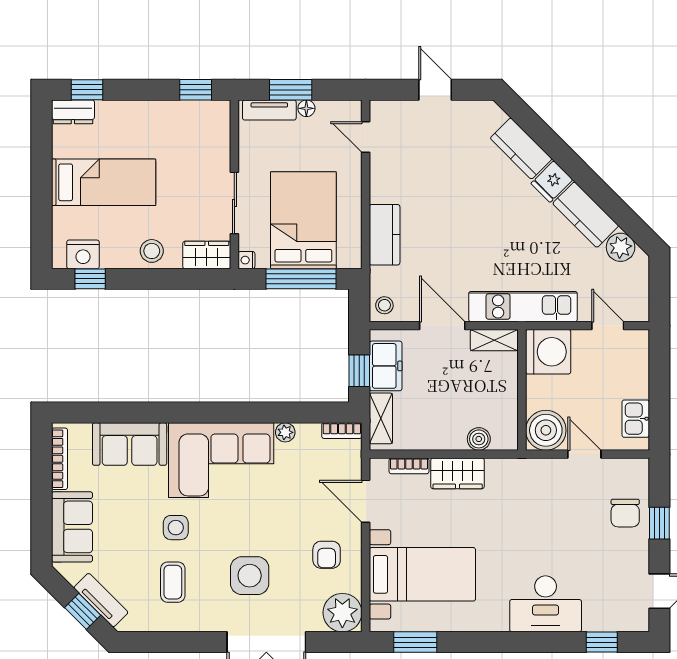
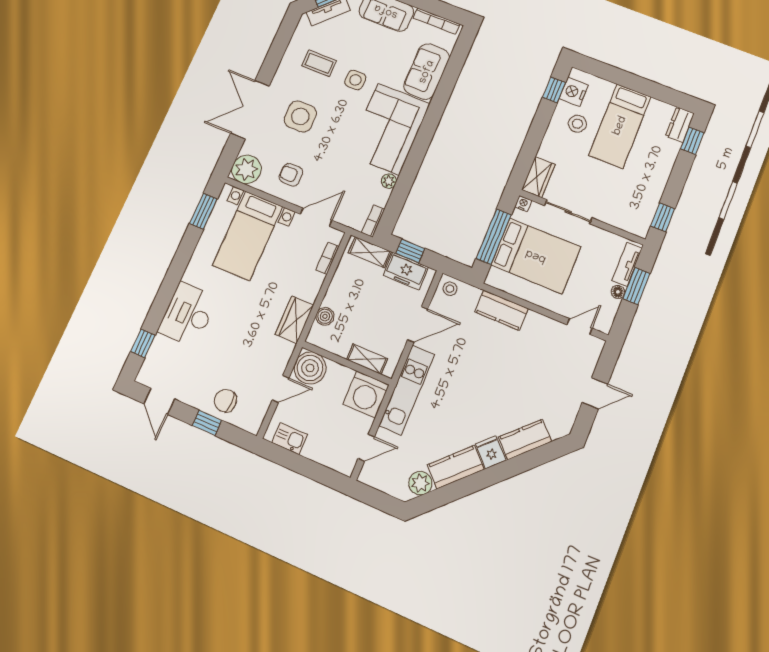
stool: (152, 251) -> (577, 124), moved
shelving: (494, 340) -> (367, 359), moved, turned 90
wardrobe: (458, 473) -> (294, 320), moved

